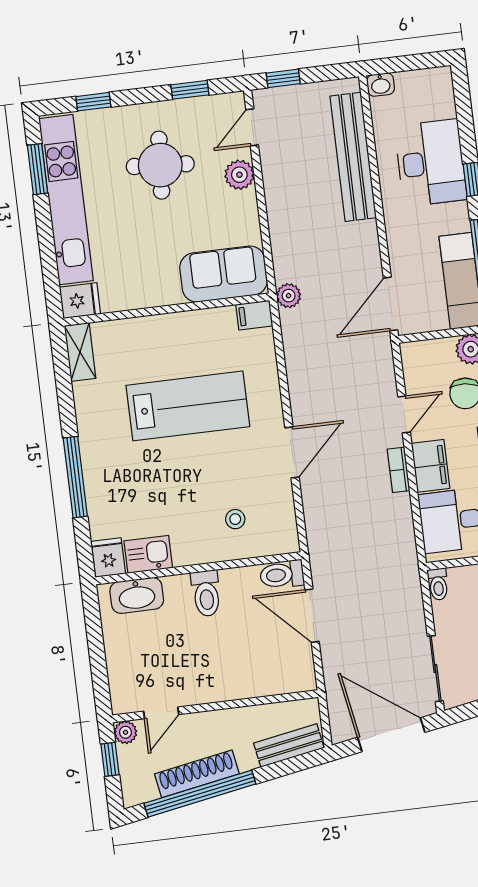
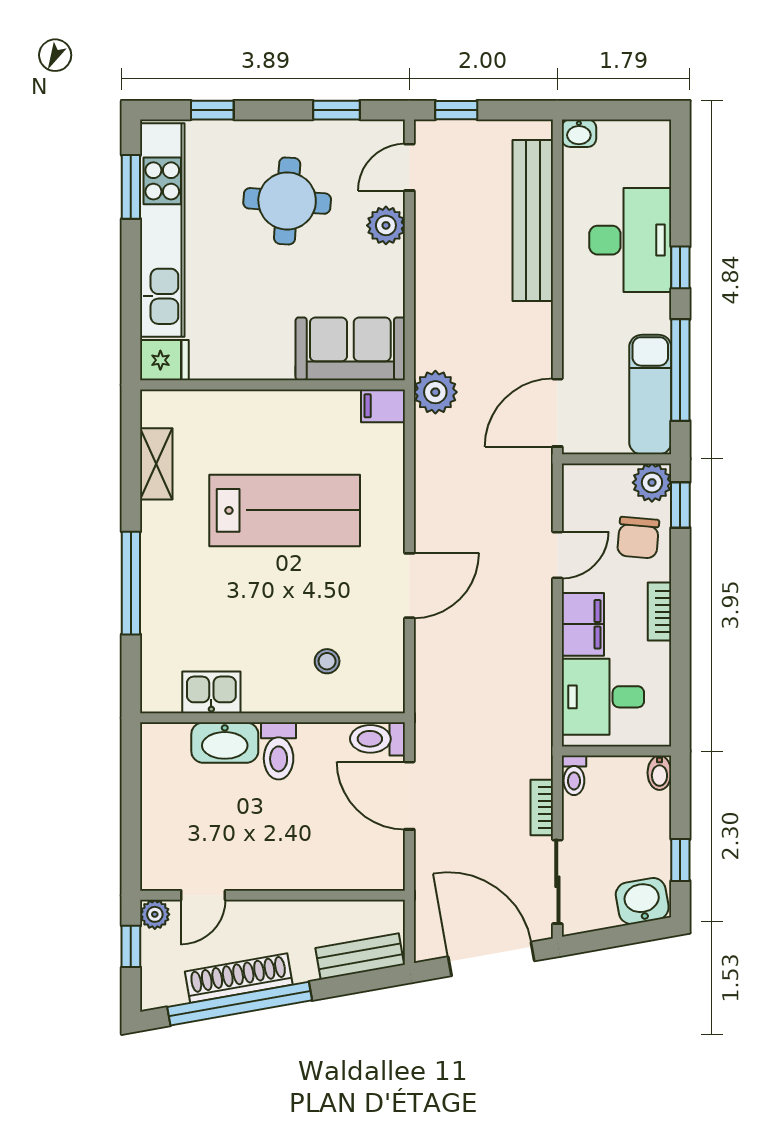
plant: (289, 296) -> (435, 392), width x1.38, depth x1.38
shelving: (80, 352) -> (156, 464), moved
bookcase: (399, 470) -> (542, 807), moved
fridge: (108, 558) -> (160, 690), removed
washbasin: (137, 595) -> (225, 743), moved

